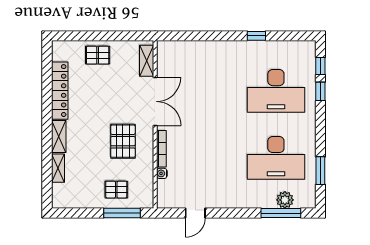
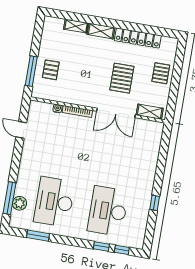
pallet: (123, 141) -> (122, 78), moved, turned 90

